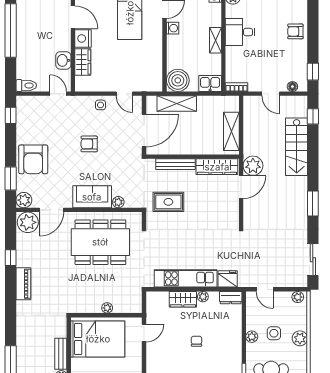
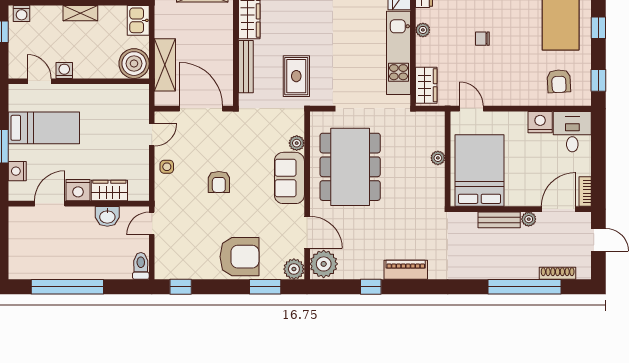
wardrobe: (183, 299) -> (426, 85), moved

